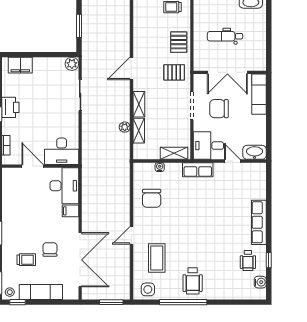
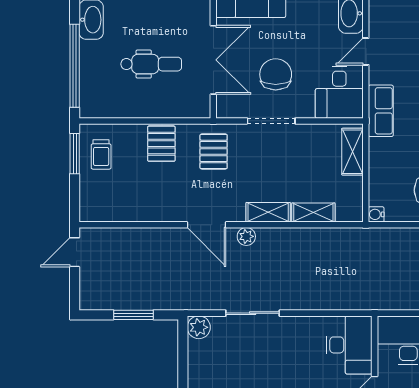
dental chair: (225, 36) -> (151, 64), turned -90
pallet: (179, 42) -> (161, 144), turned 90
chair: (219, 109) -> (276, 74), turned 180
plant: (125, 127) -> (246, 236), moved
water cooler: (160, 167) -> (376, 214), moved

